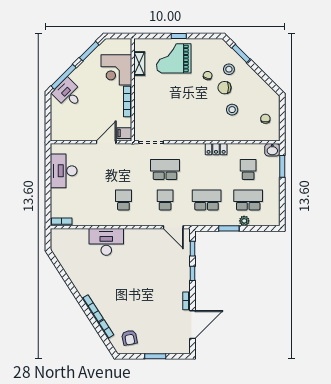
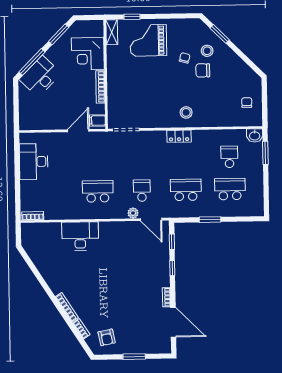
window: (179, 36) -> (132, 17), moved
shelving: (139, 64) -> (112, 32), moved
desk: (68, 94) -> (40, 76), width x1.37
stool: (232, 110) -> (186, 112), moved
locker: (216, 149) -> (179, 136), moved
school desk: (165, 170) -> (141, 158), removed
school desk: (123, 200) -> (98, 191), width x1.85
plant: (244, 221) -> (133, 213), moved
door: (193, 325) -> (173, 322), hinge flipped

